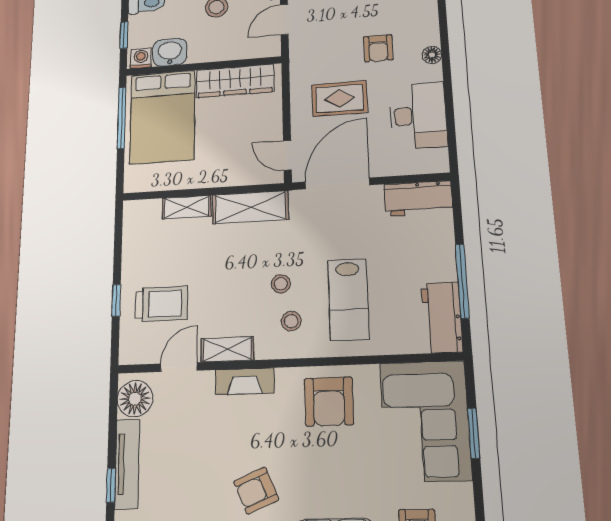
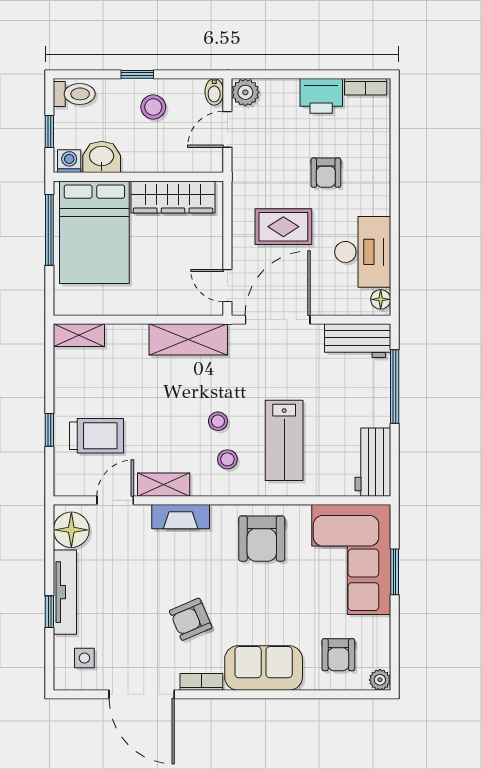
floor lamp: (432, 55) -> (381, 299), moved
shelving: (186, 207) -> (79, 335), moved
window: (462, 281) -> (395, 387), moved

